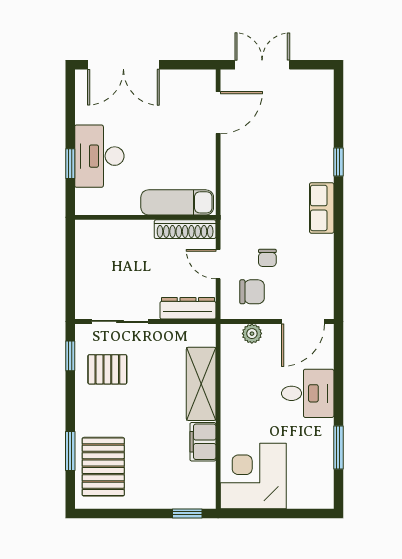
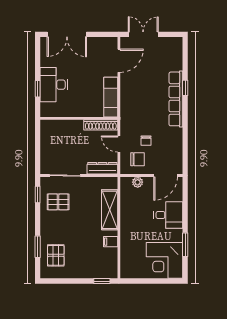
exam couch: (177, 202) -> (111, 97), moved, turned -90
row of seats: (322, 208) -> (176, 99), width x2.02
filing cabinet: (203, 442) -> (111, 242), width x0.50
pallet: (103, 467) -> (56, 255), width x0.67, depth x0.71
corner desk: (253, 476) -> (164, 260), moved, turned -90

